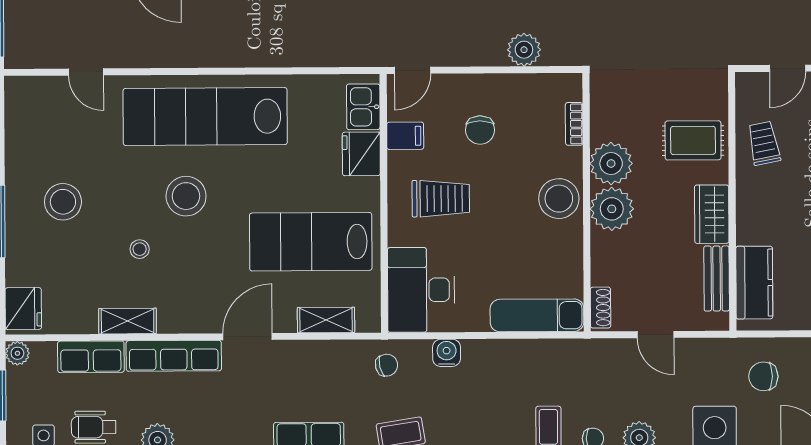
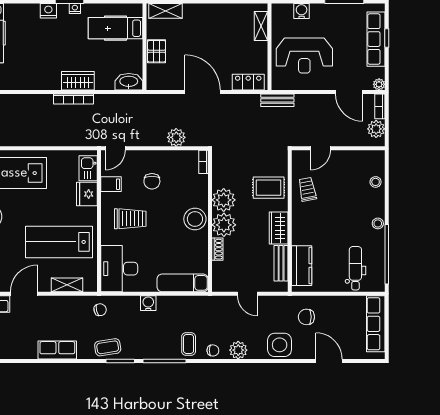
bookcase: (574, 124) -> (203, 162), moved
shoe rack: (600, 308) -> (217, 249), moved
water cooler: (447, 353) -> (148, 303), moved

